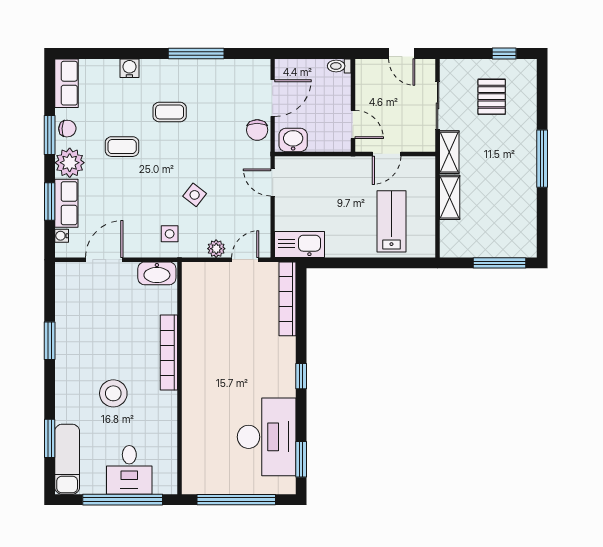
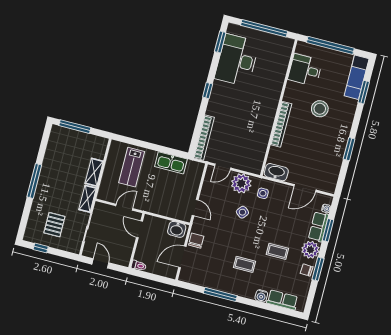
row of seats: (66, 83) -> (282, 300), moved, turned 90
kitchen sink: (300, 244) -> (171, 163), moved
plant: (216, 249) -> (241, 183), width x1.88, depth x1.88
desk: (129, 470) -> (305, 70), moved, turned -90

